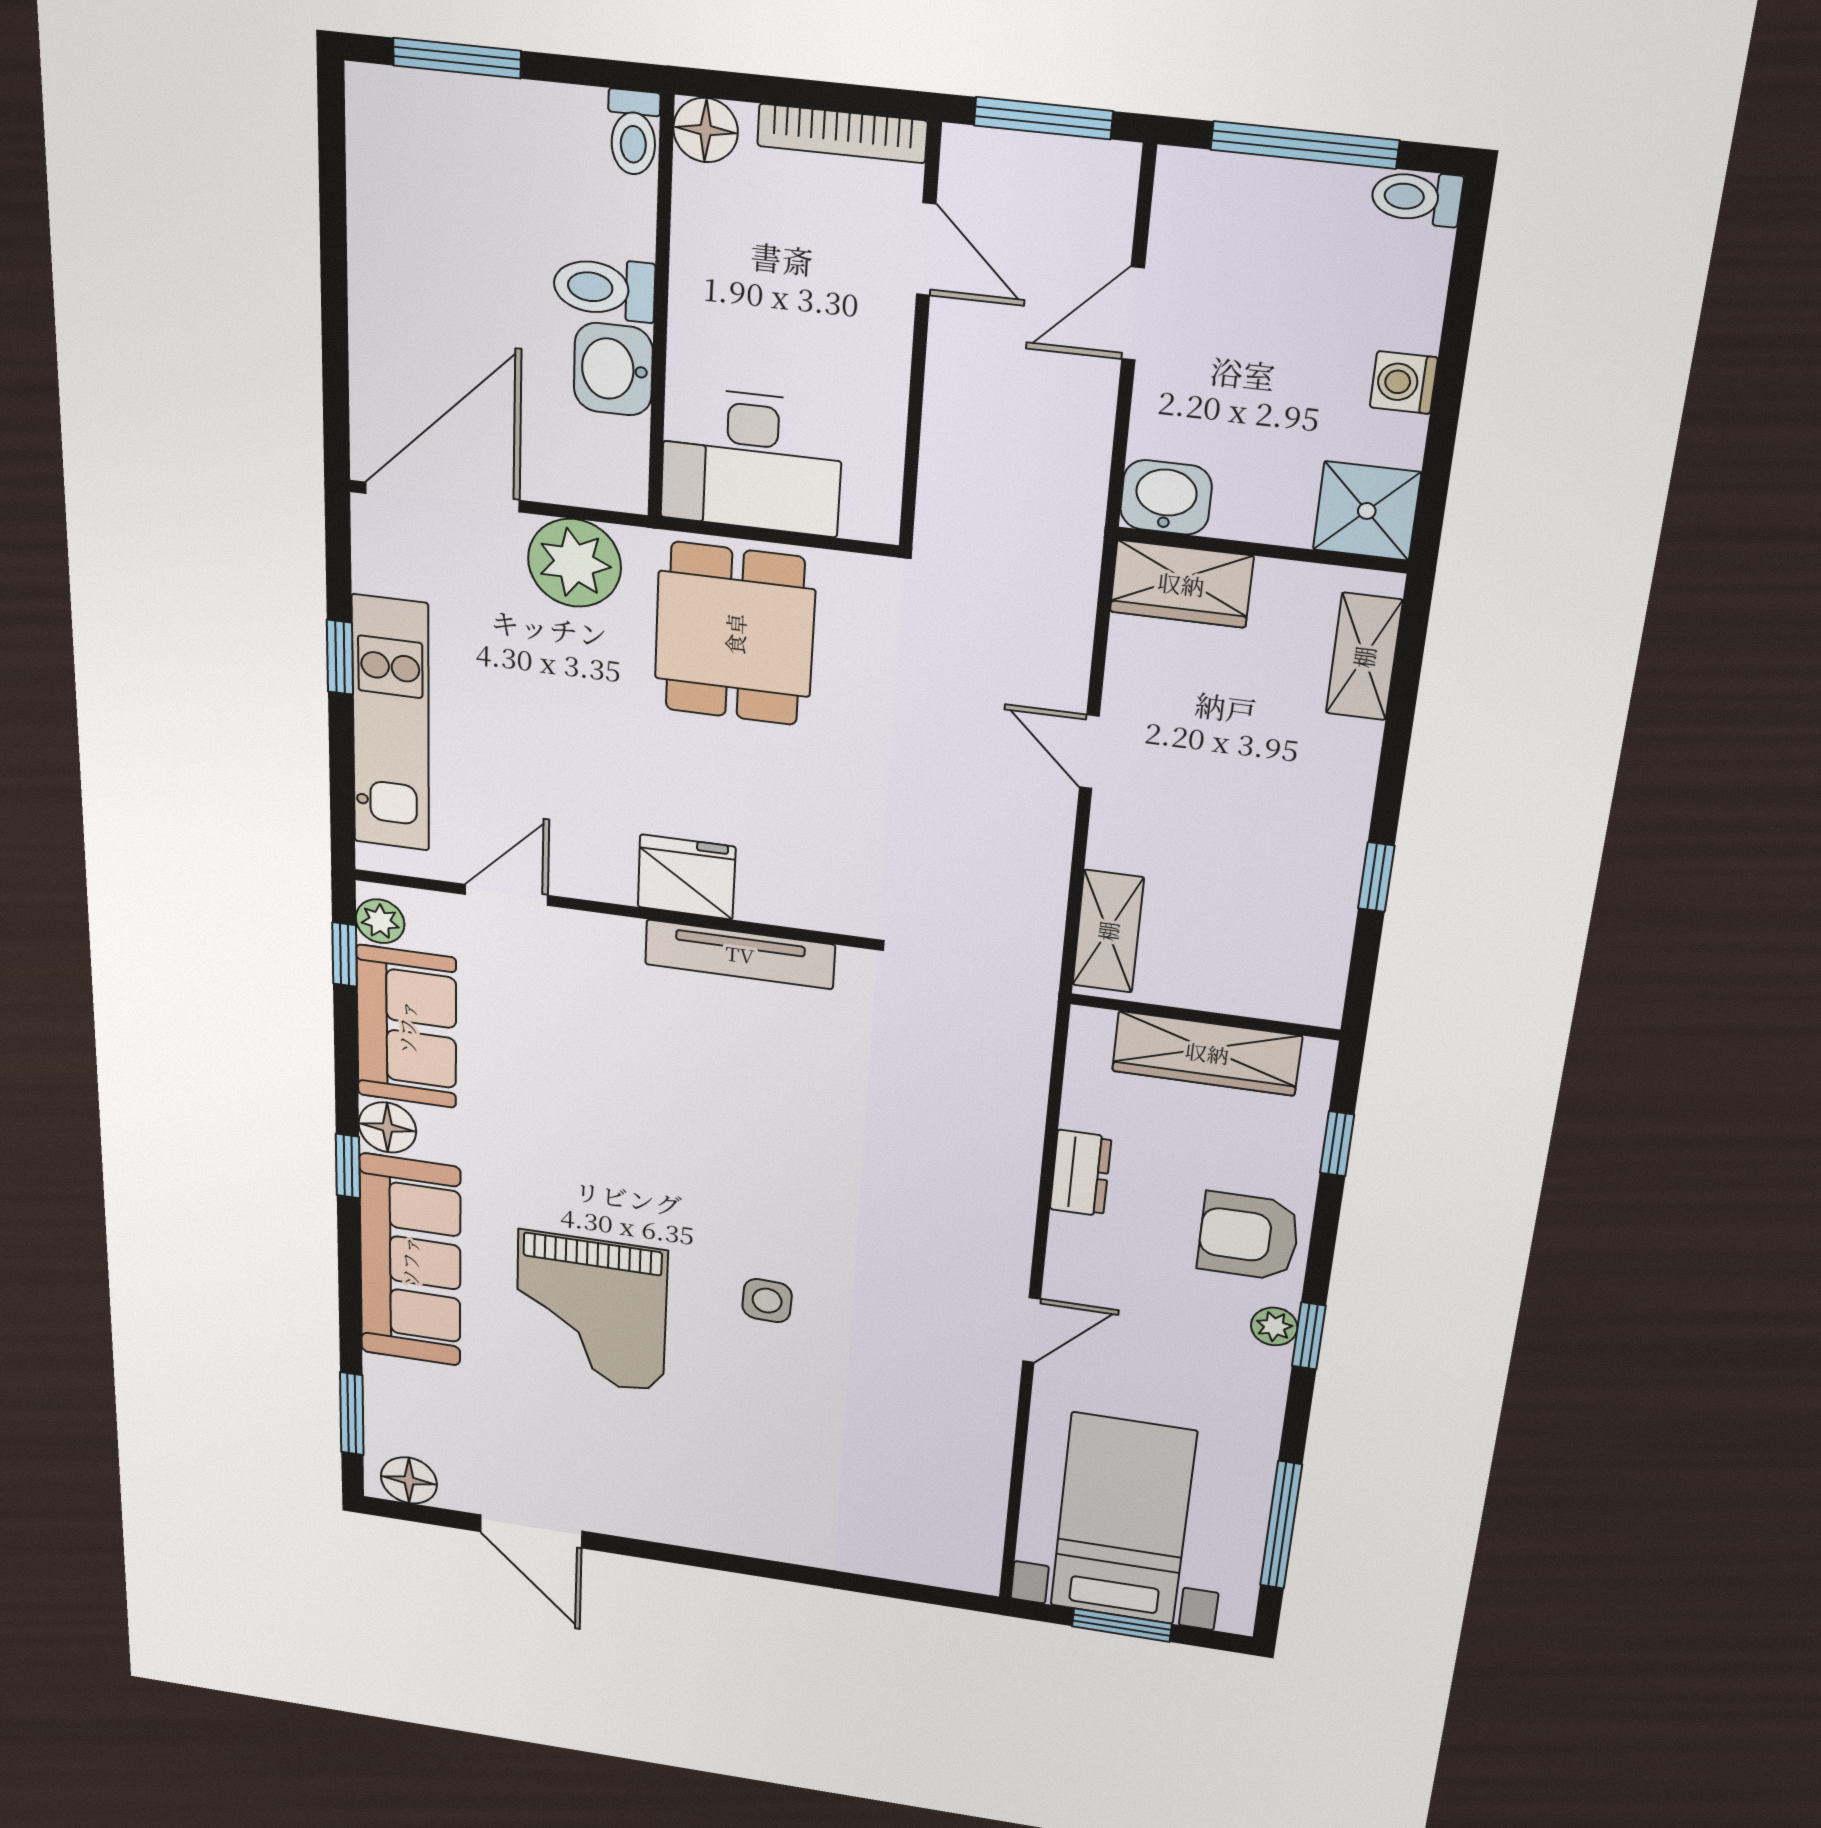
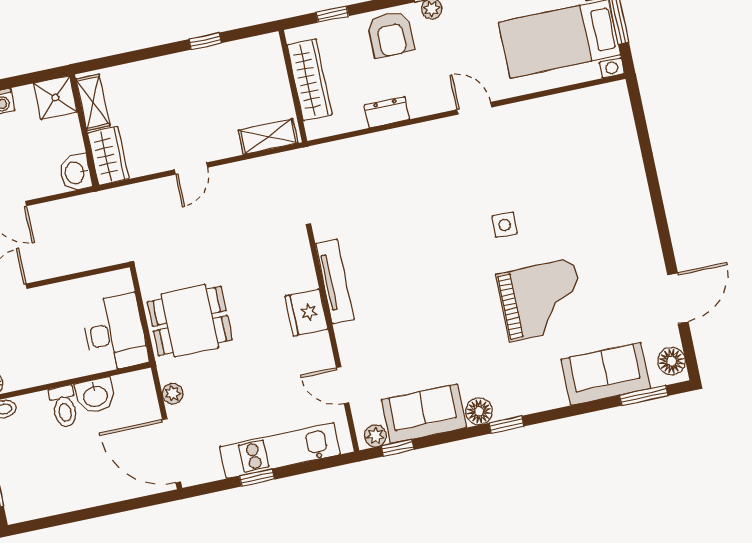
plant: (574, 563) -> (173, 394), width x0.53, depth x0.53
shelving: (1364, 657) -> (93, 102), moved, turned 90
sofa: (410, 1261) -> (606, 374), moved, width x0.73

